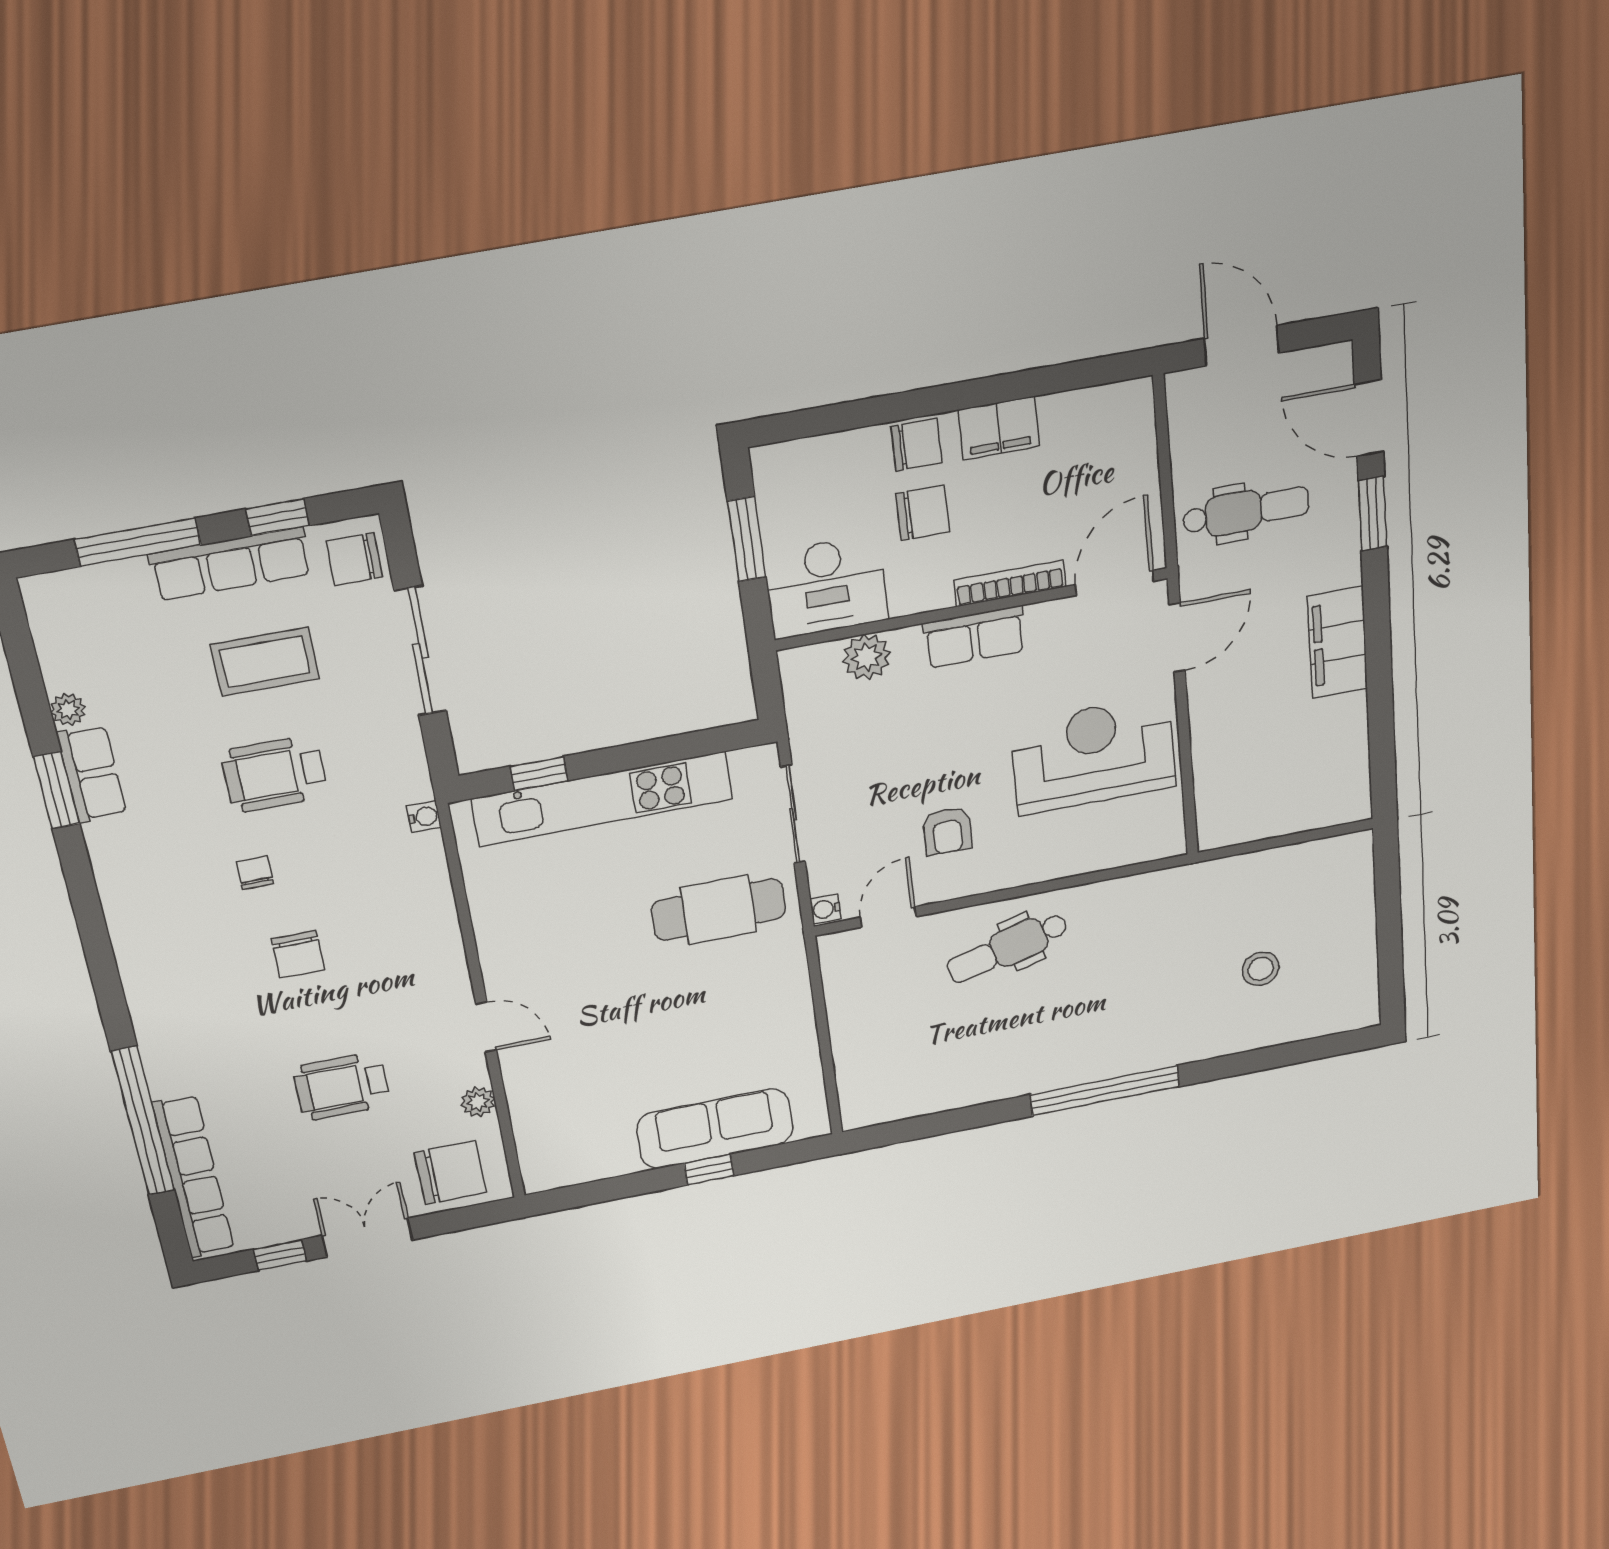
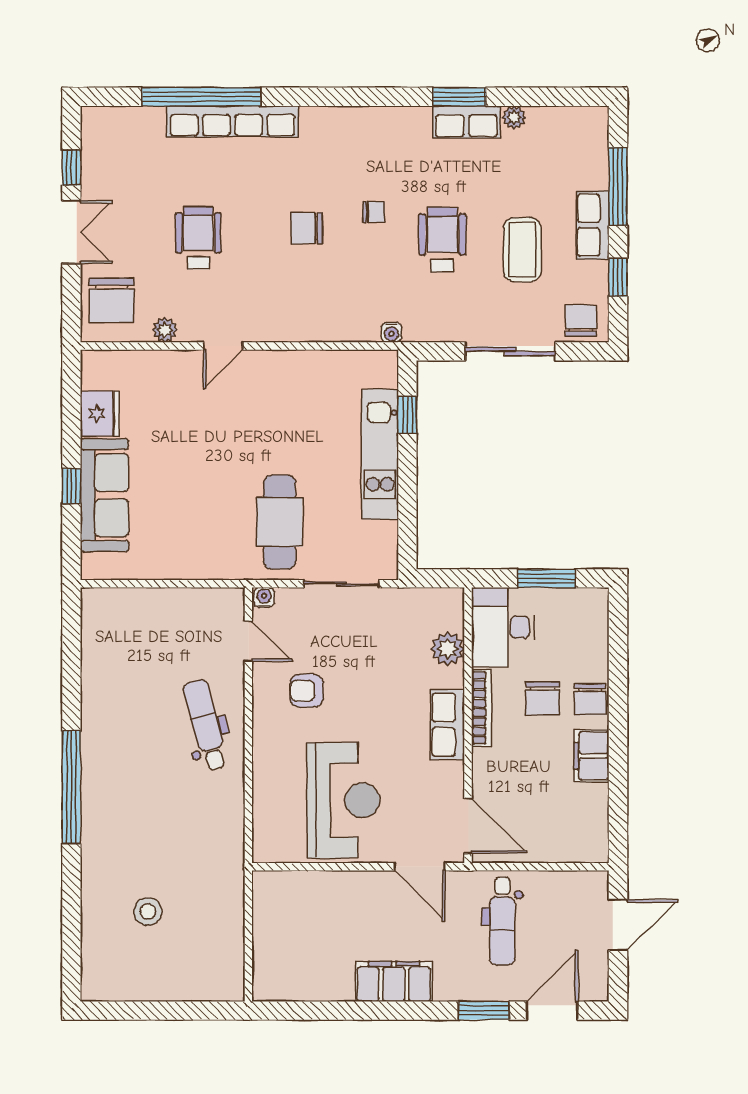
row of seats: (231, 564) -> (593, 225), width x0.68
bookcase: (1010, 583) -> (482, 708), moved
kitchen unit: (602, 799) -> (380, 454), width x0.73
fridge: (606, 1156) -> (100, 414), added
row of seats: (193, 1177) -> (232, 121), moved

